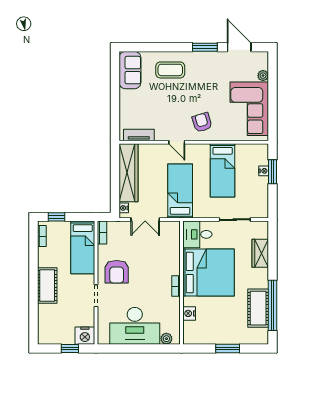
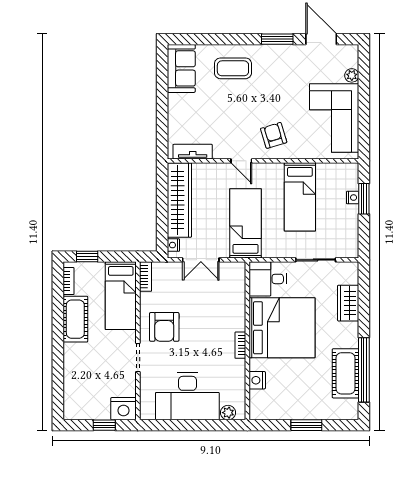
cot: (47, 286) -> (75, 319), moved

